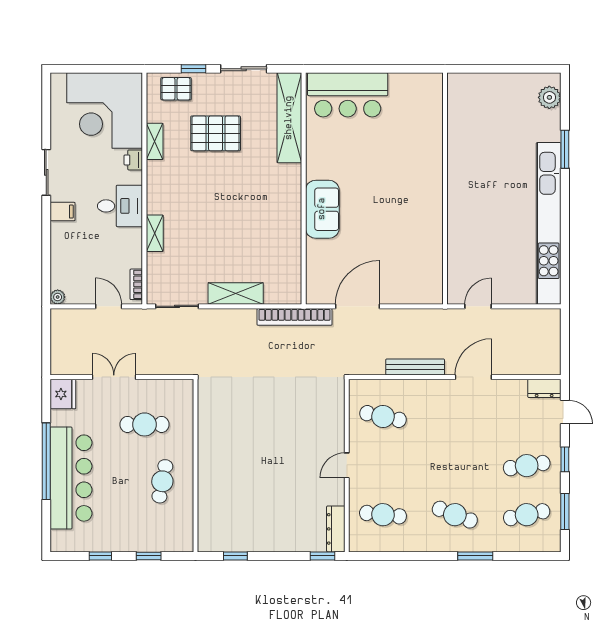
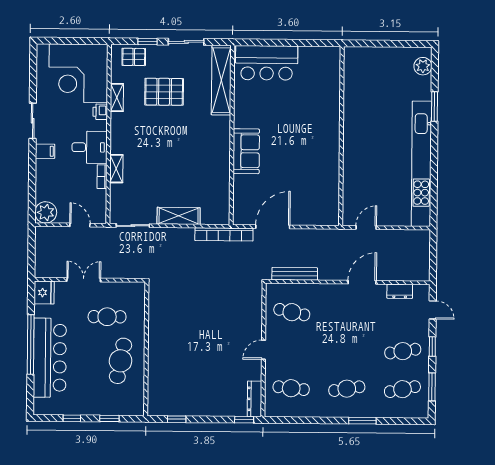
bookcase: (136, 284) -> (102, 177), moved
plant: (58, 297) -> (46, 212), width x1.88, depth x1.88
bench: (415, 367) -> (295, 274), moved
dresser: (544, 388) -> (400, 291), moved
cafe table: (162, 481) -> (121, 361), width x1.37, depth x1.35
cafe table: (455, 515) -> (347, 389), turned -30

